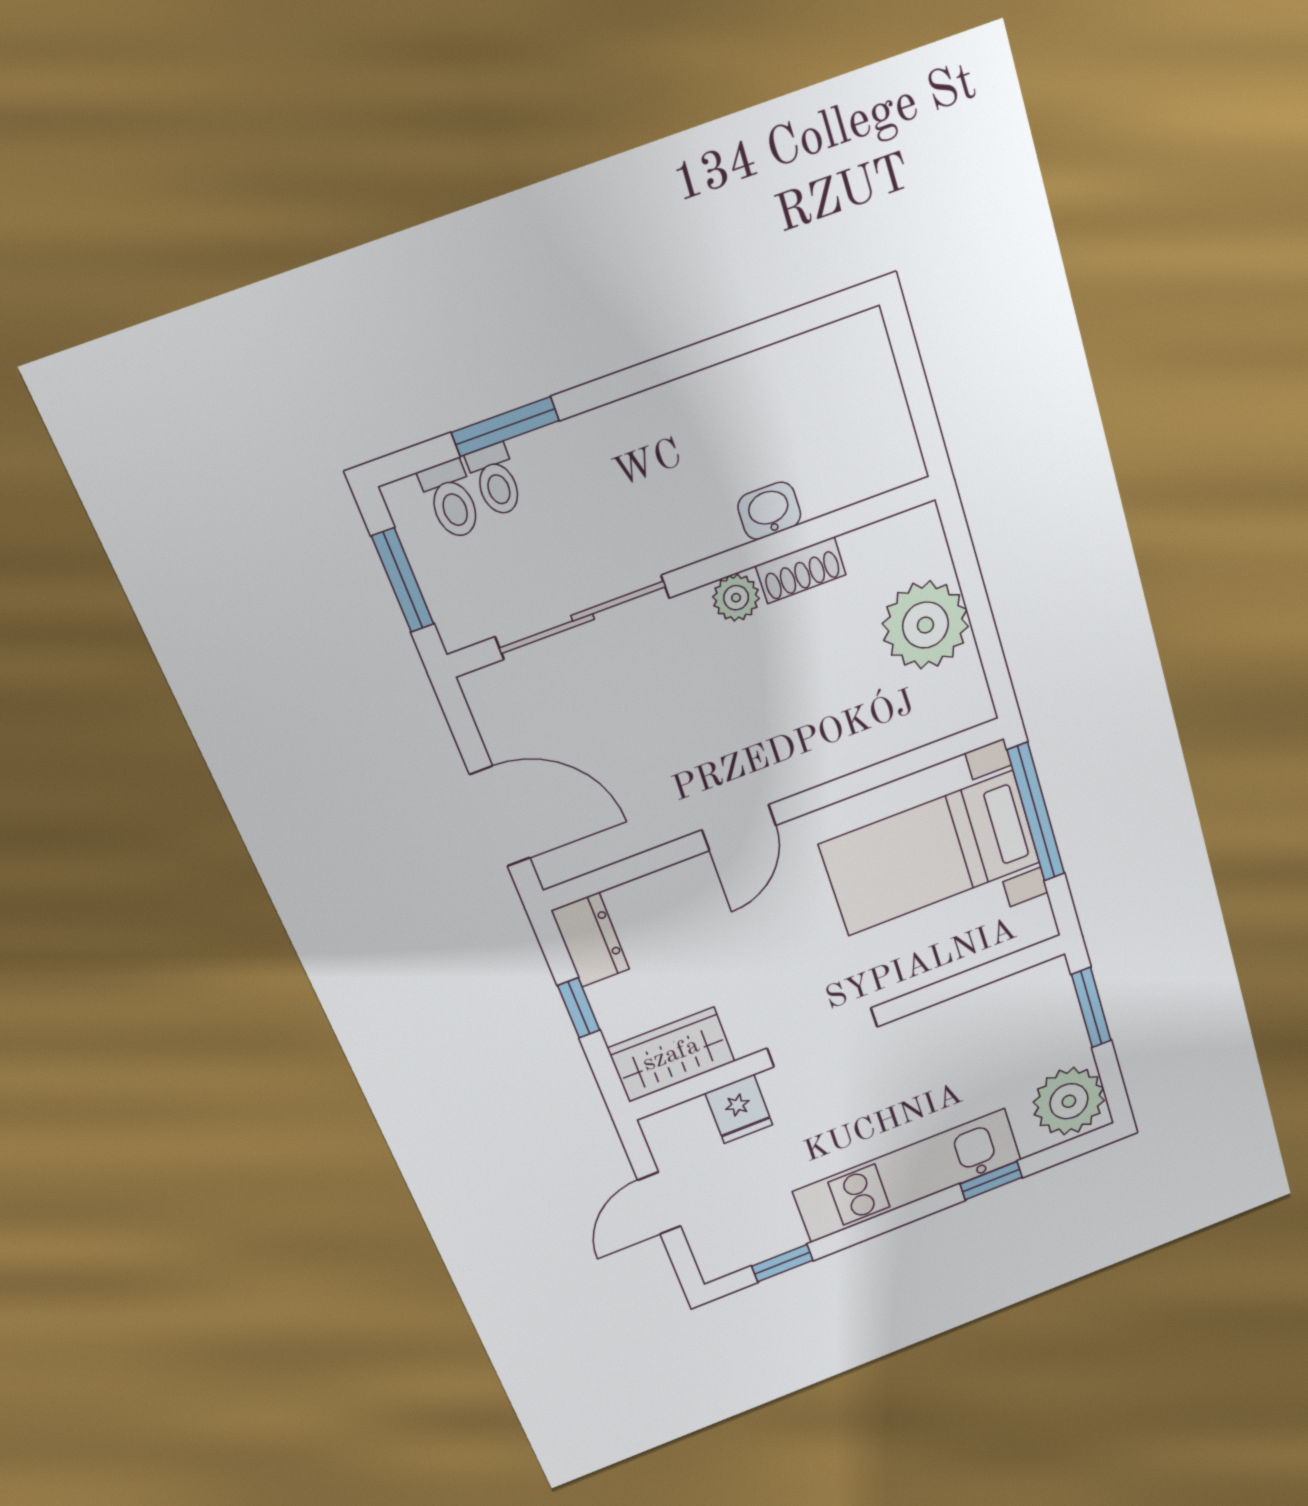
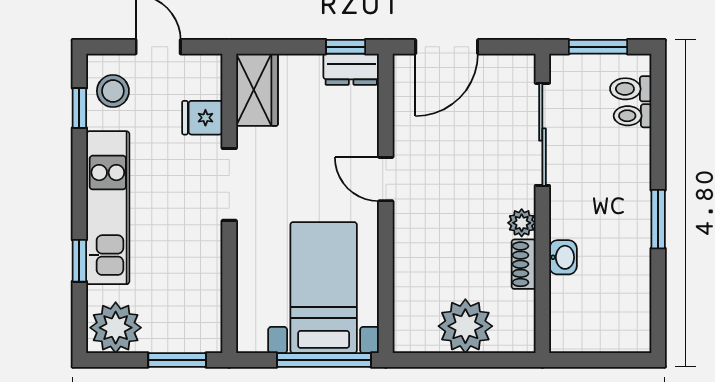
window: (505, 427) -> (658, 219), moved
window: (579, 1008) -> (346, 47), moved
stool: (743, 1233) -> (113, 91), added

